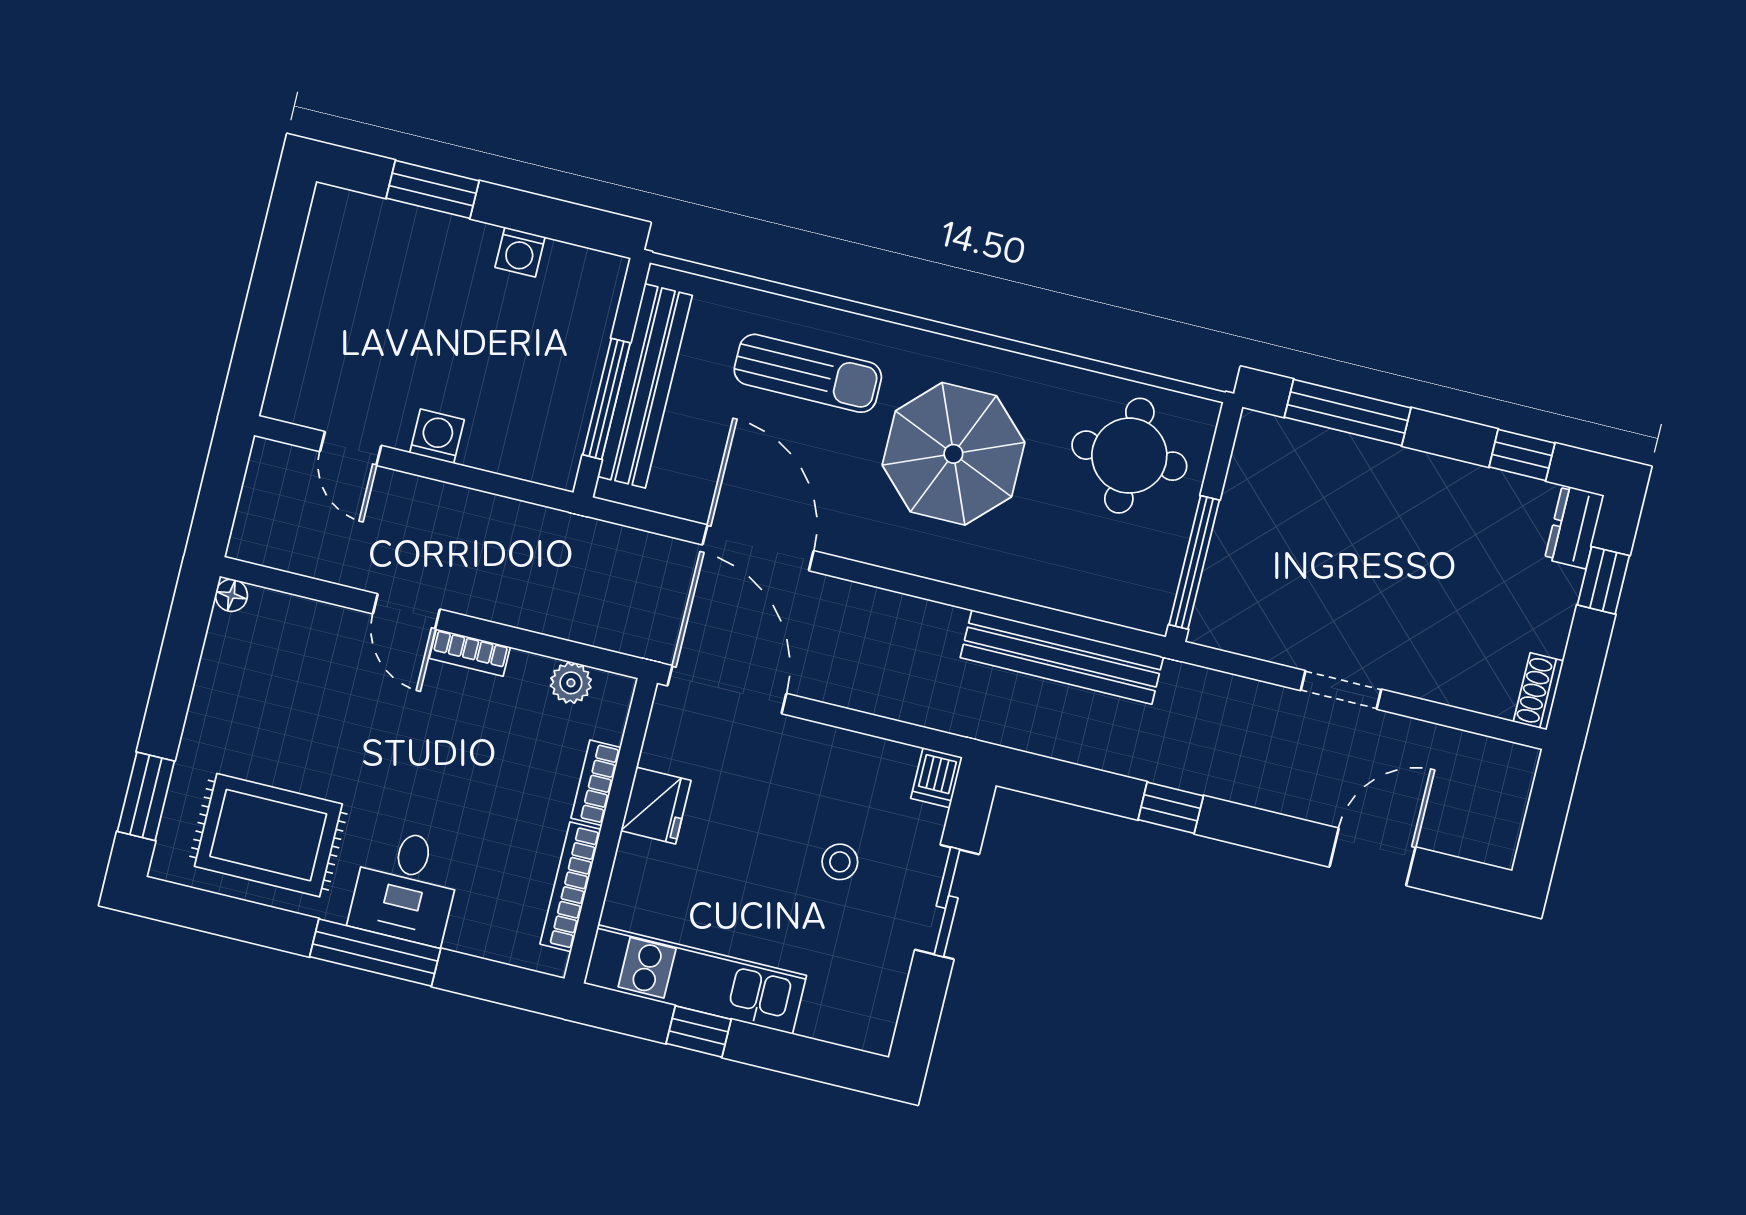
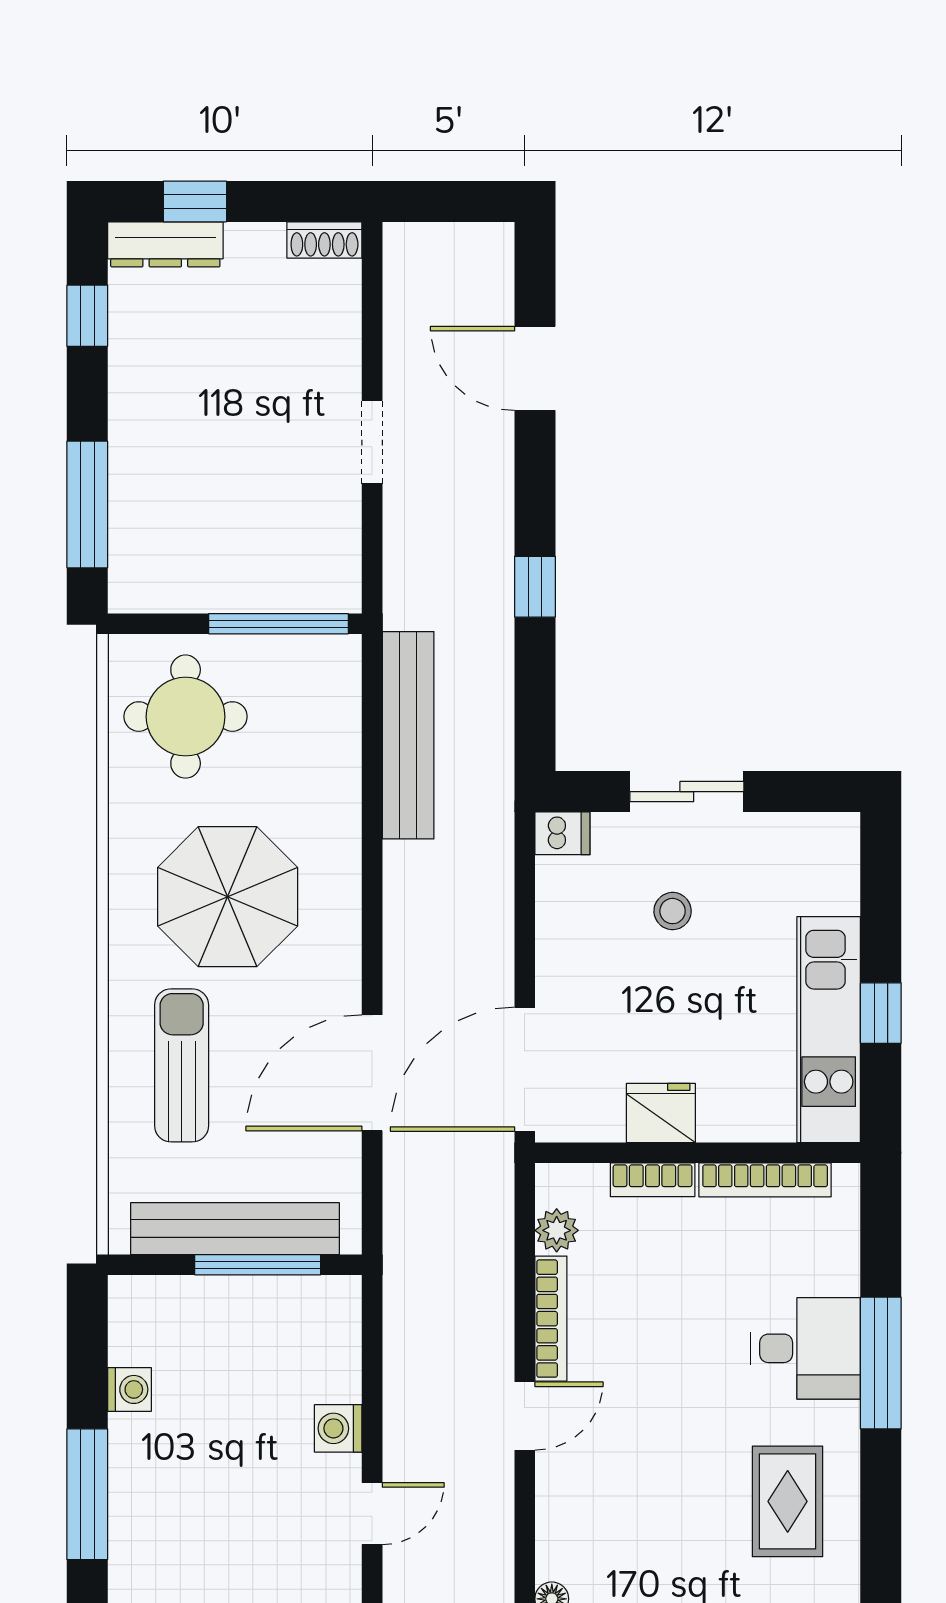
window: (433, 189) -> (87, 1494), width x1.44
dresser: (1574, 527) -> (165, 244), width x1.44
bookcase: (470, 653) -> (551, 1319), width x1.56
rug: (268, 835) -> (788, 1501), width x0.73, depth x0.70

